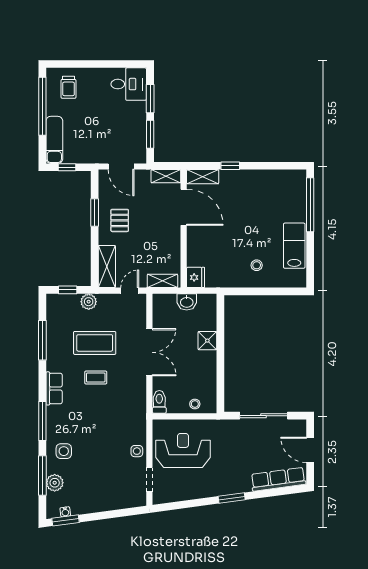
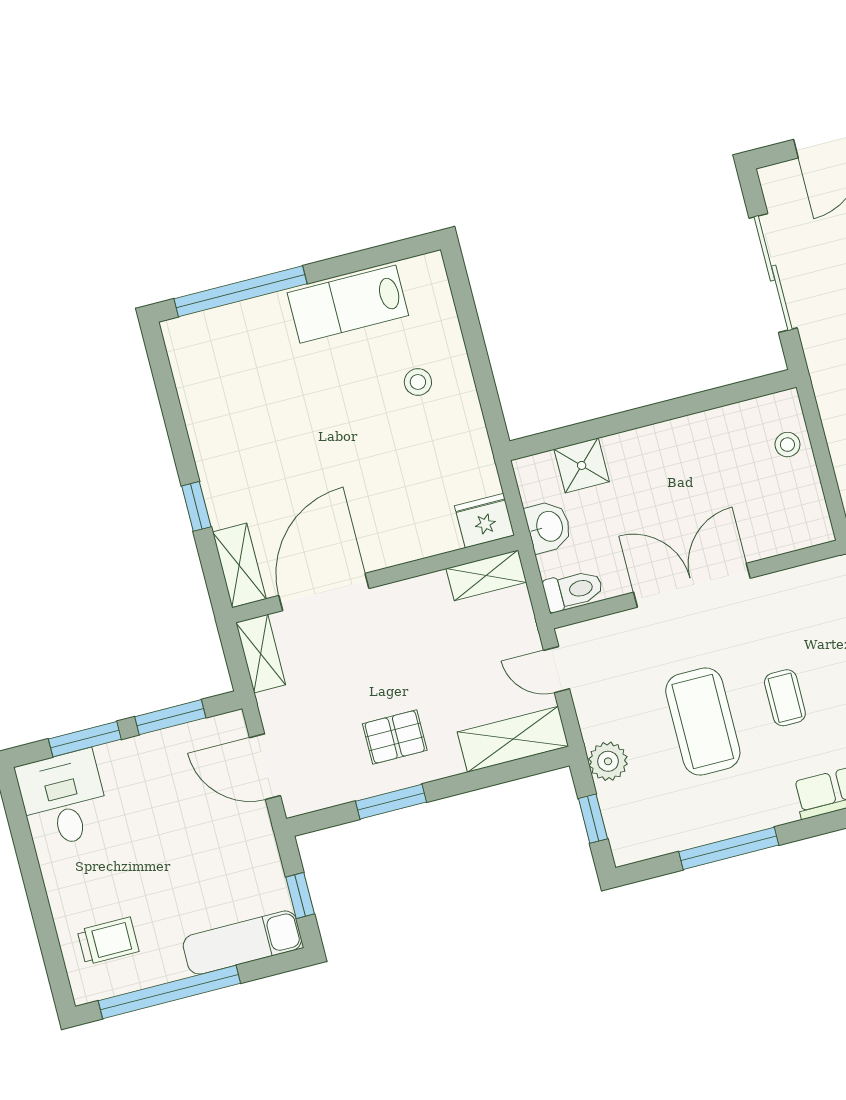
door: (121, 167) -> (265, 767), swing flipped
shelving: (162, 281) -> (486, 575), moved, turned 90
shower: (207, 341) -> (582, 465), moved
toilet: (159, 402) -> (573, 590), moved, turned 180

